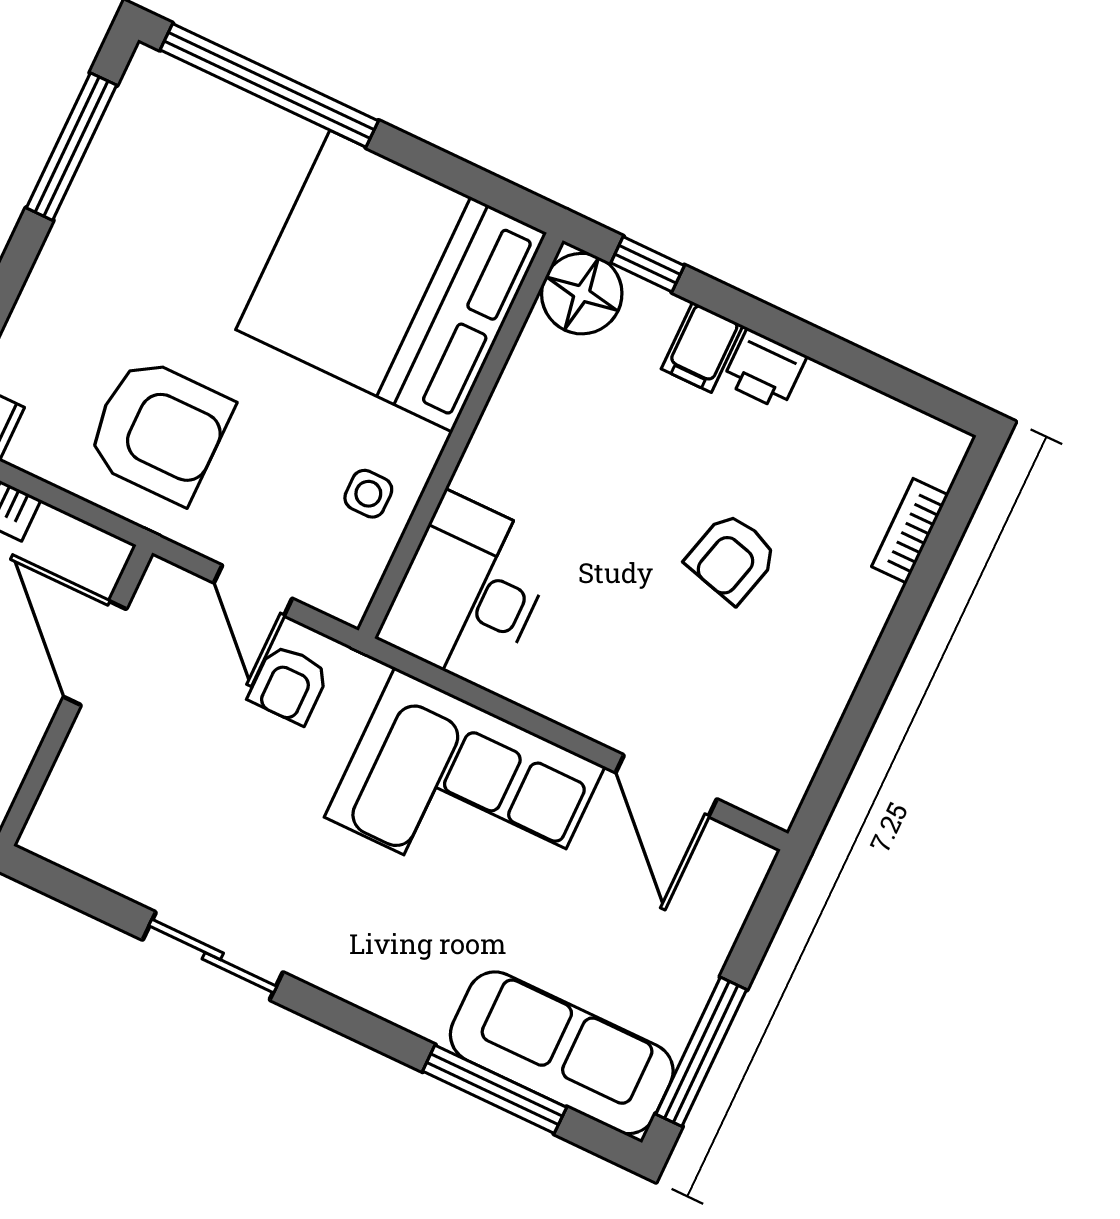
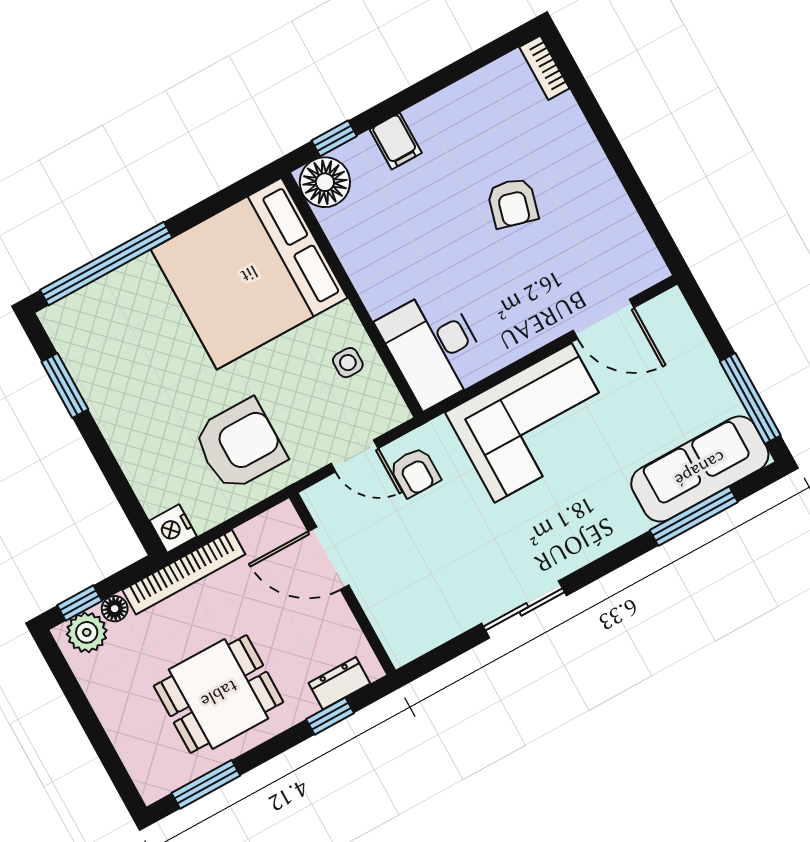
window: (72, 147) -> (65, 386), width x0.69
printer: (765, 369) -> (429, 118), removed
bookcase: (910, 531) -> (544, 68), moved

